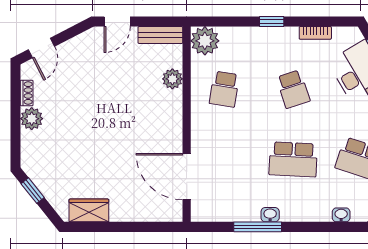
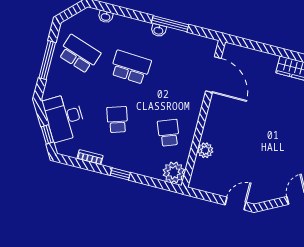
bench: (160, 35) -> (206, 185), removed
school desk: (224, 89) -> (169, 133), turned -30

